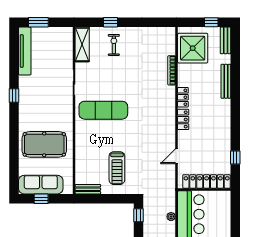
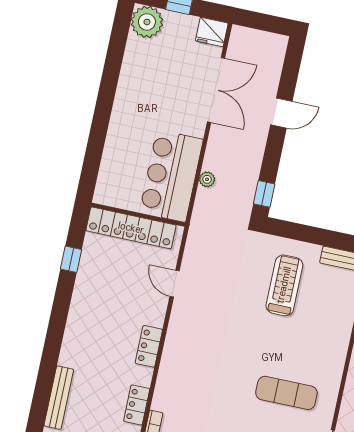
locker: (183, 97) -> (137, 405), moved
exercise mat: (103, 110) -> (286, 393), width x0.73, depth x0.69
door: (177, 156) -> (175, 284), swing flipped

